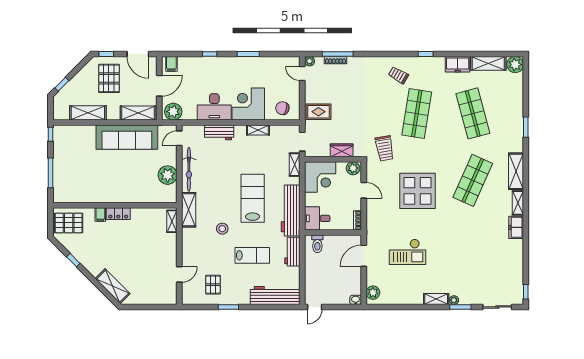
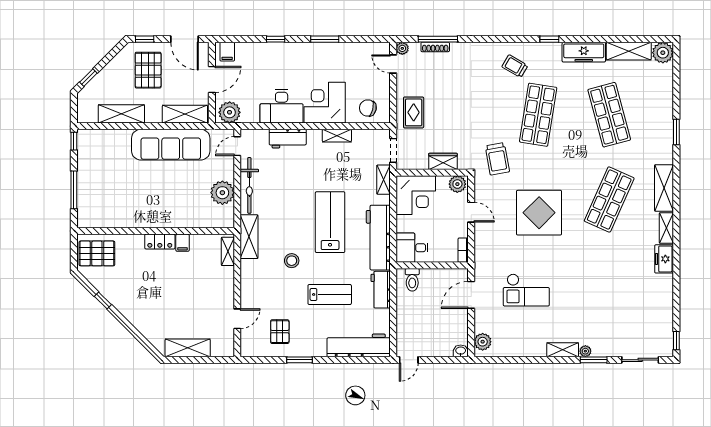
freezer: (458, 64) -> (584, 52), width x1.40
rug: (318, 112) -> (414, 112), turned 90
filing cabinet: (100, 214) -> (183, 243), moved
shelving: (113, 286) -> (188, 348), moved, turned -45

